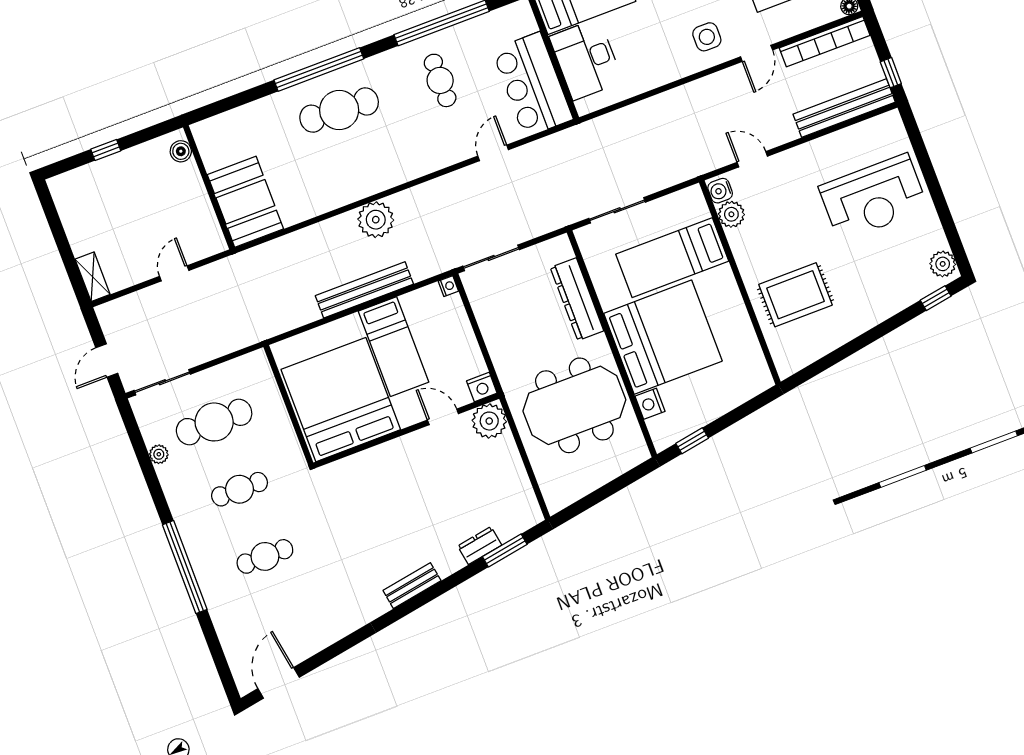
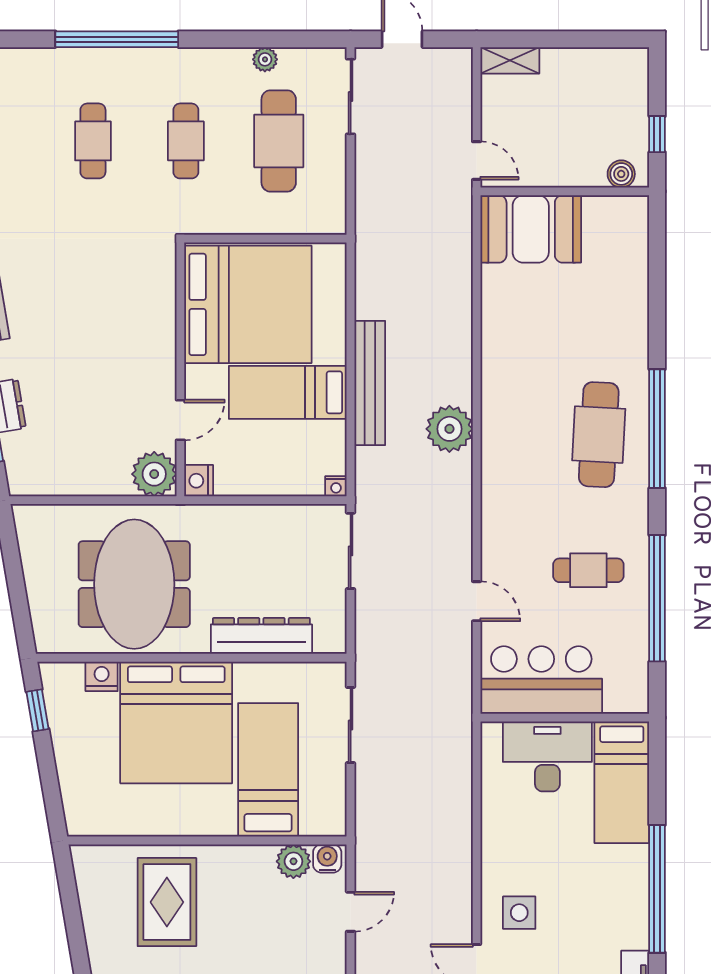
boiler: (181, 151) -> (621, 174), moved
wall: (209, 187) -> (565, 191), moved
booth: (245, 202) -> (531, 229), moved

